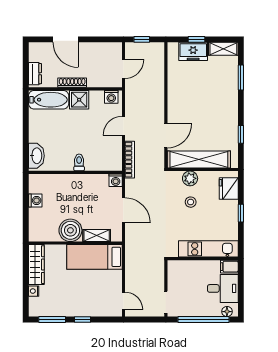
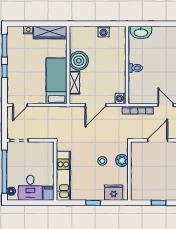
door: (166, 136) -> (158, 140), swing flipped
shelving: (199, 159) -> (138, 168), removed

